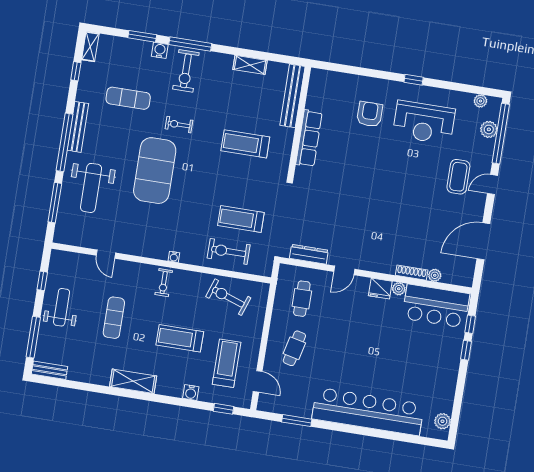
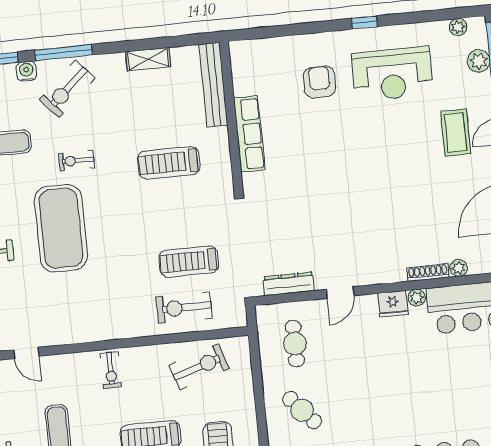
exercise bike: (186, 71) -> (67, 89), turned 48
water cooler: (174, 257) -> (115, 333), removed
exercise bike: (228, 297) -> (199, 367), turned 143
cafe table: (294, 348) -> (302, 410), turned -54

